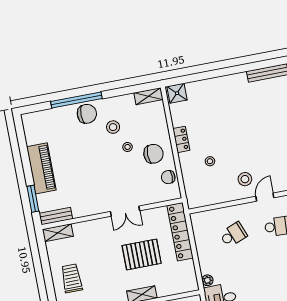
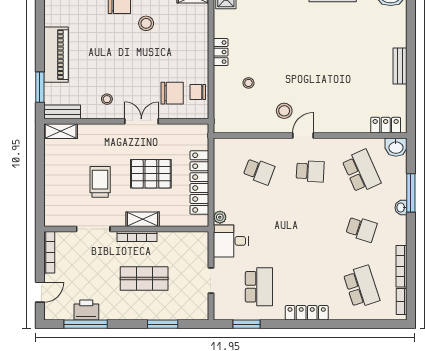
stool: (128, 147) -> (107, 99), moved
chair: (153, 154) -> (172, 93), moved
double door: (125, 211) -> (141, 121), swing flipped
locker: (180, 232) -> (199, 183), moved
school desk: (233, 235) -> (259, 171), turned 42
trolley: (72, 278) -> (100, 182), moved

